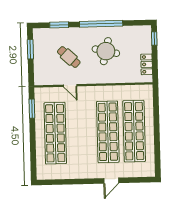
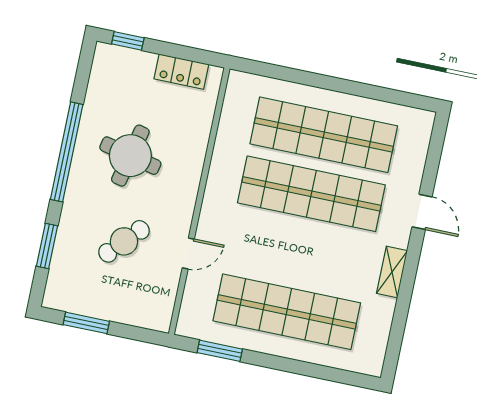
shelving: (83, 174) -> (392, 272), added

